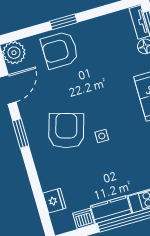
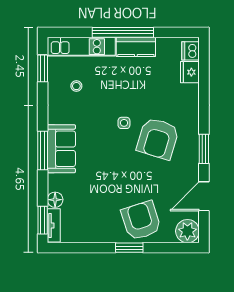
armchair: (60, 50) -> (141, 221), turned -108
dishwasher: (84, 219) -> (191, 51), moved, turned 90

